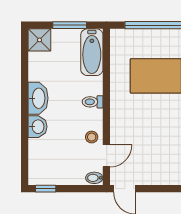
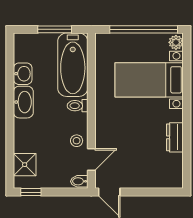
shower: (39, 40) -> (25, 165), moved
bathtub: (92, 52) -> (73, 65), width x1.36, depth x1.36
washbasin: (38, 127) -> (23, 74), moved

